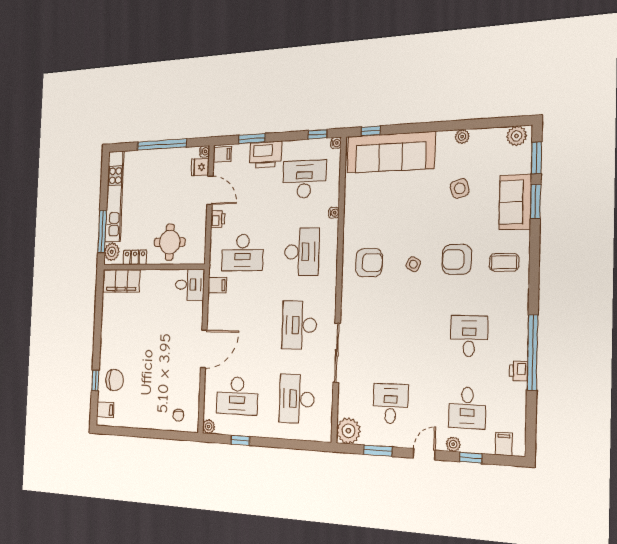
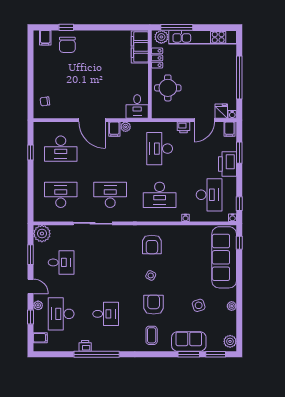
filing cabinet: (217, 285) -> (114, 129), moved
desk: (237, 396) -> (61, 149), turned -90
desk: (467, 408) -> (61, 314), width x1.37
plant: (209, 427) -> (126, 127), moved

